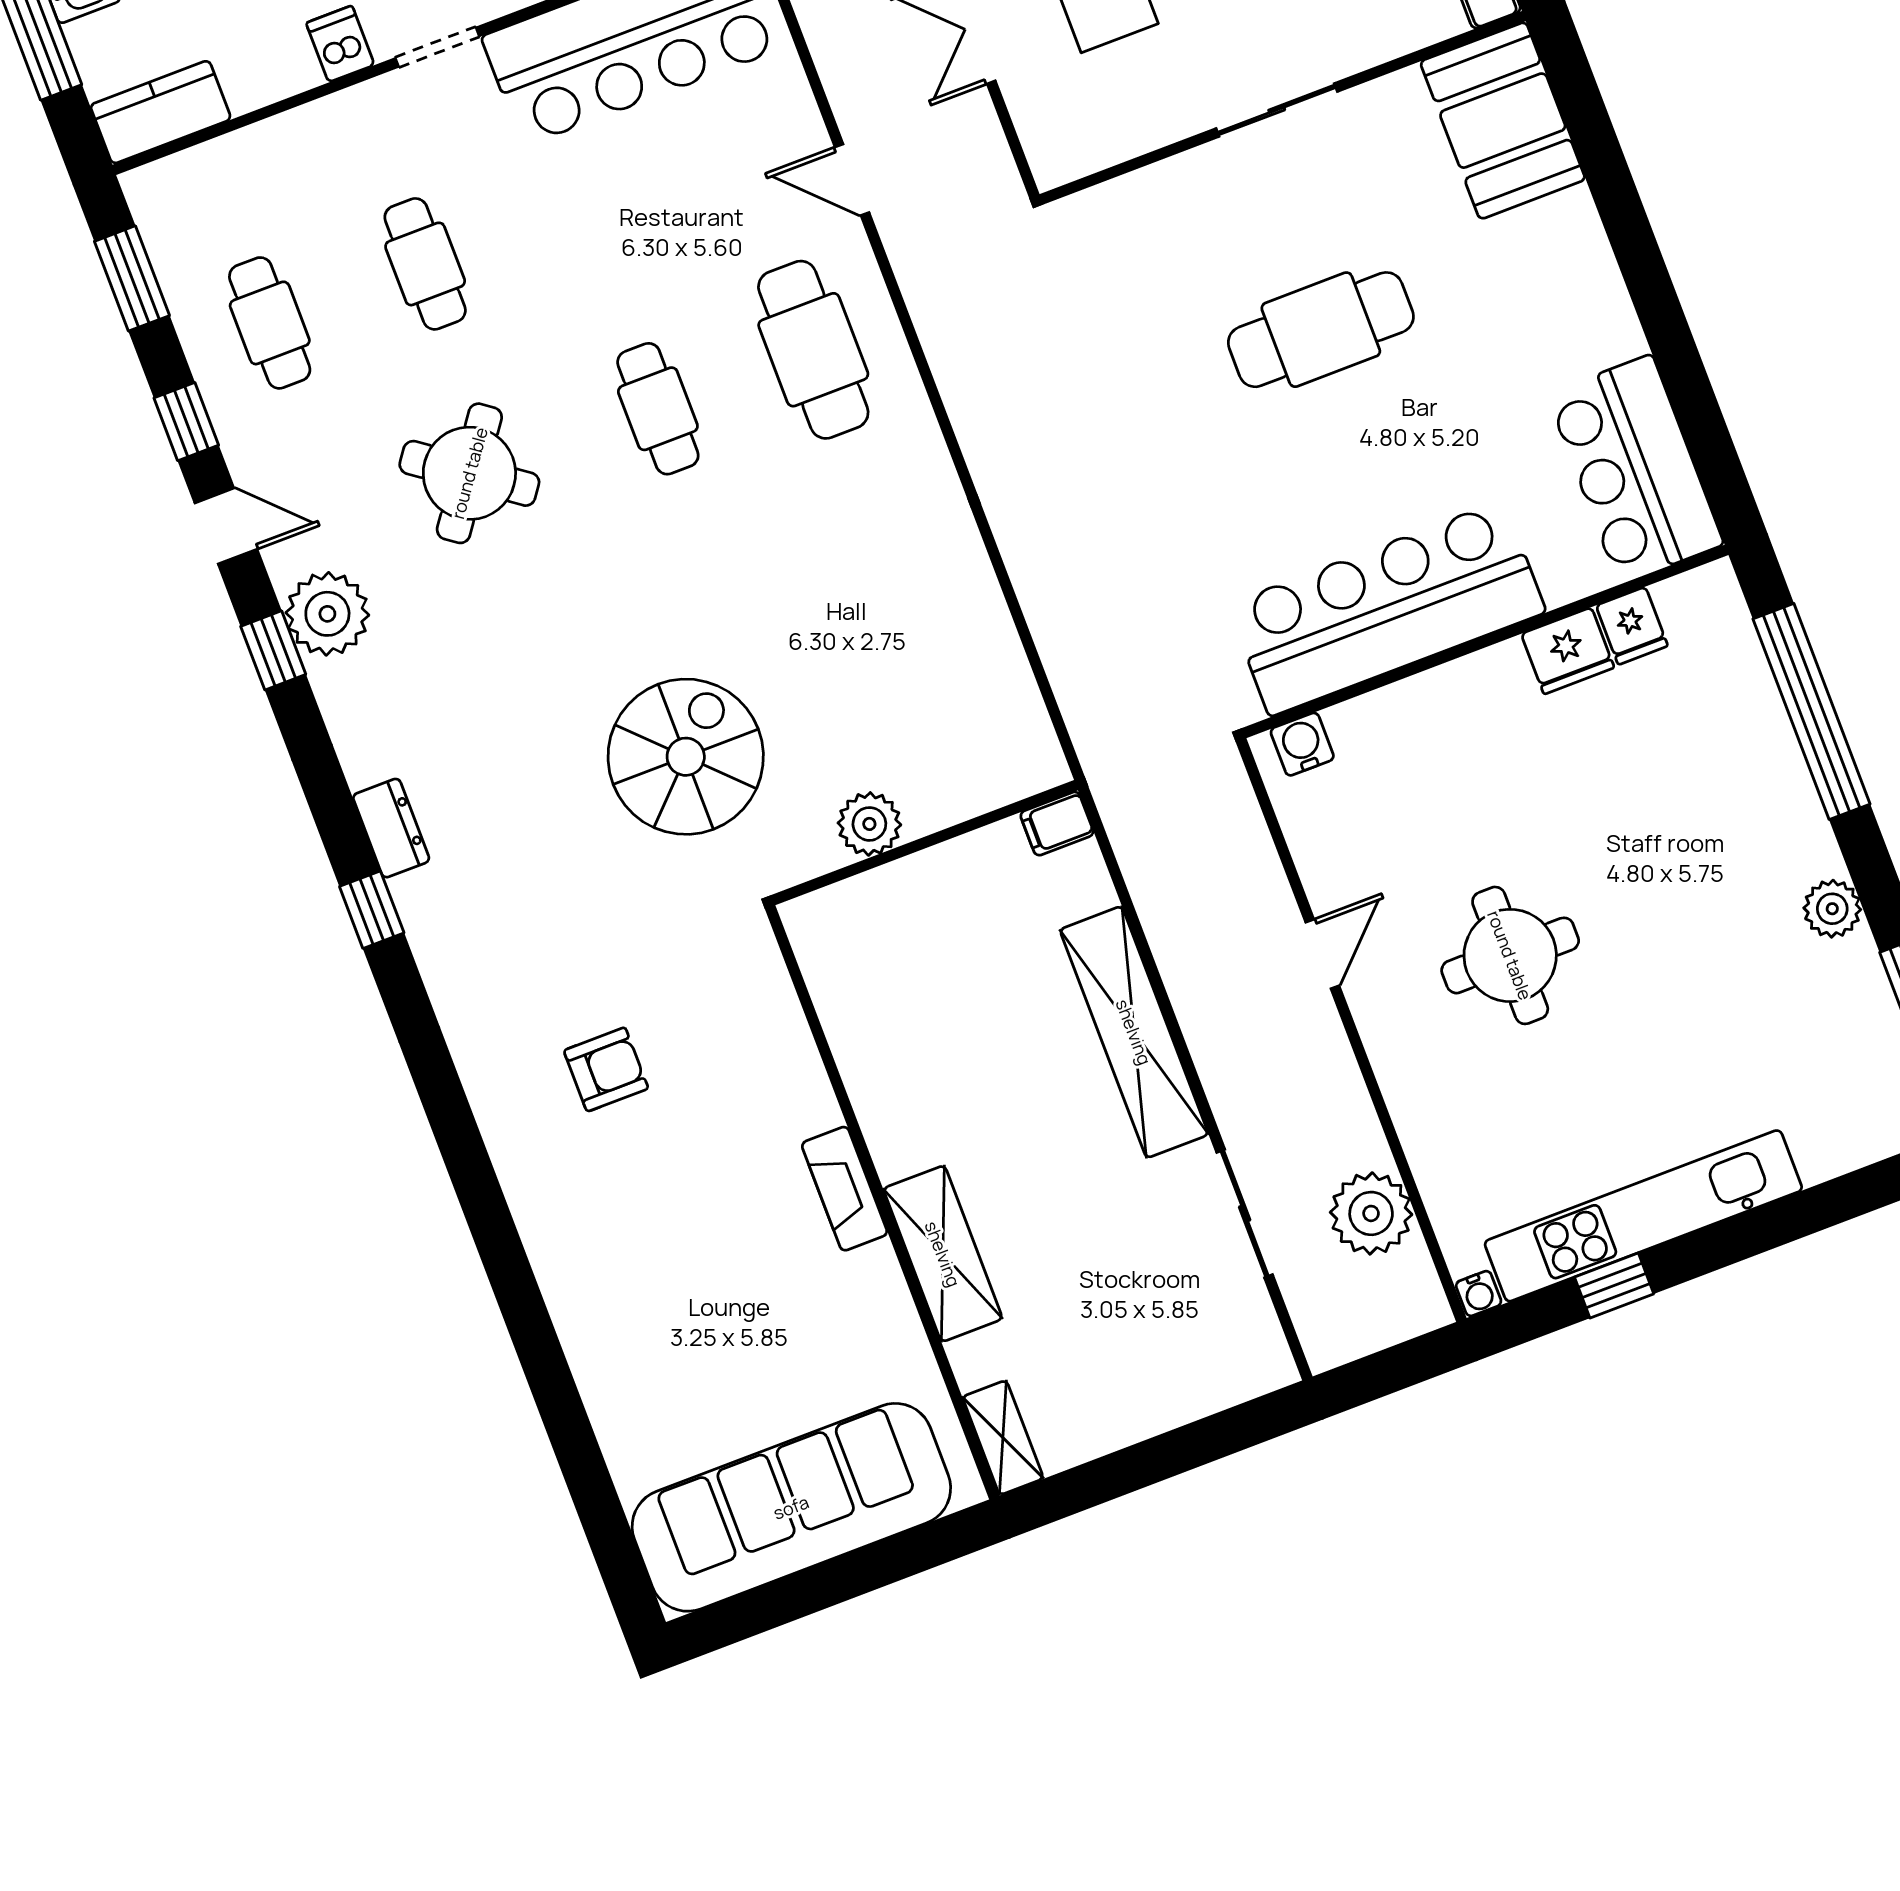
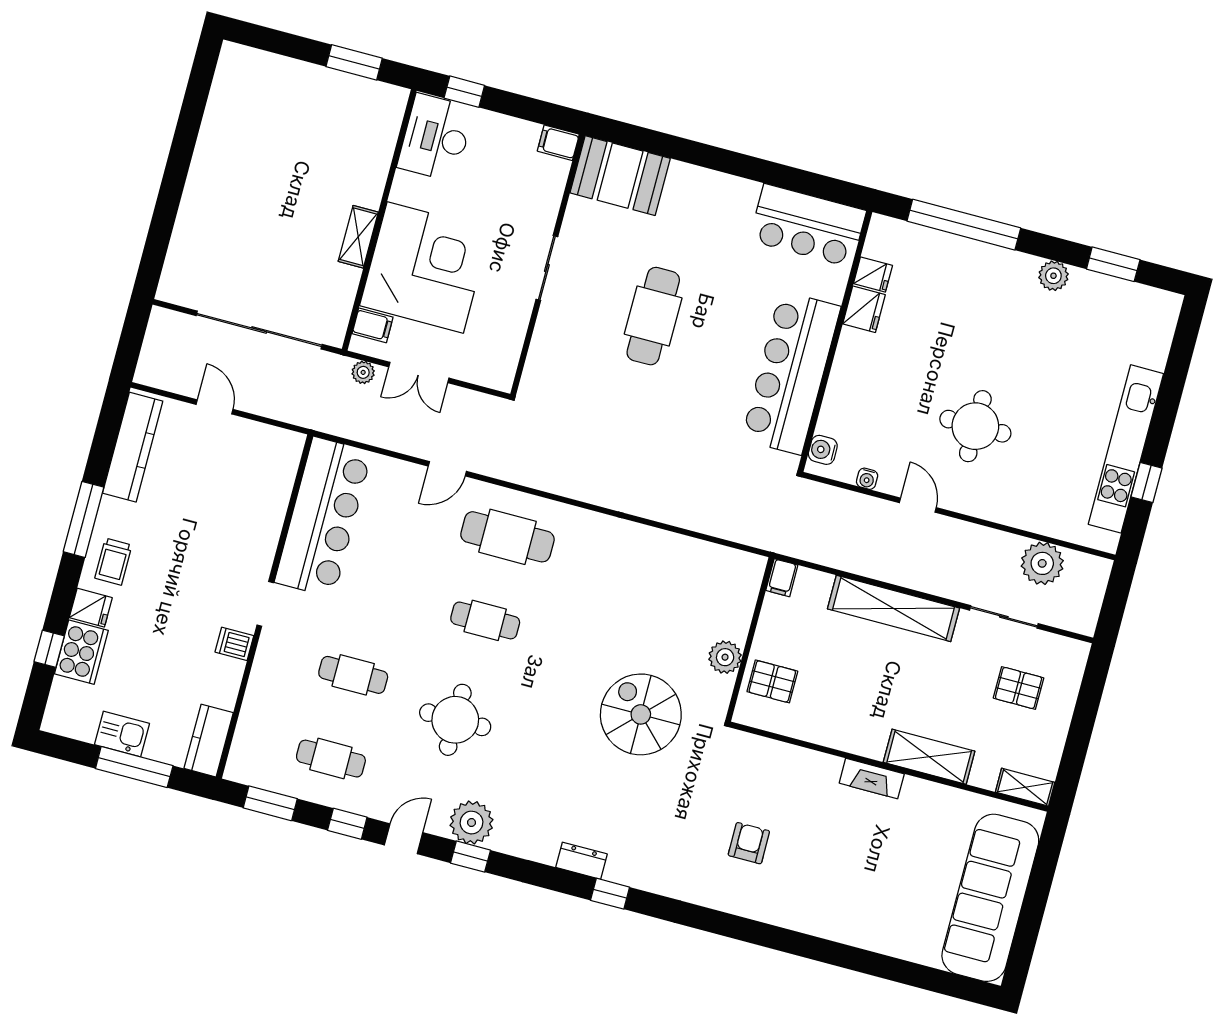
round table: (469, 473) -> (455, 720), turned -36
pallet: (885, 925) -> (772, 681), added
water cooler: (1479, 1294) -> (867, 479), moved, turned 90
pallet: (1150, 1316) -> (1019, 688), added

